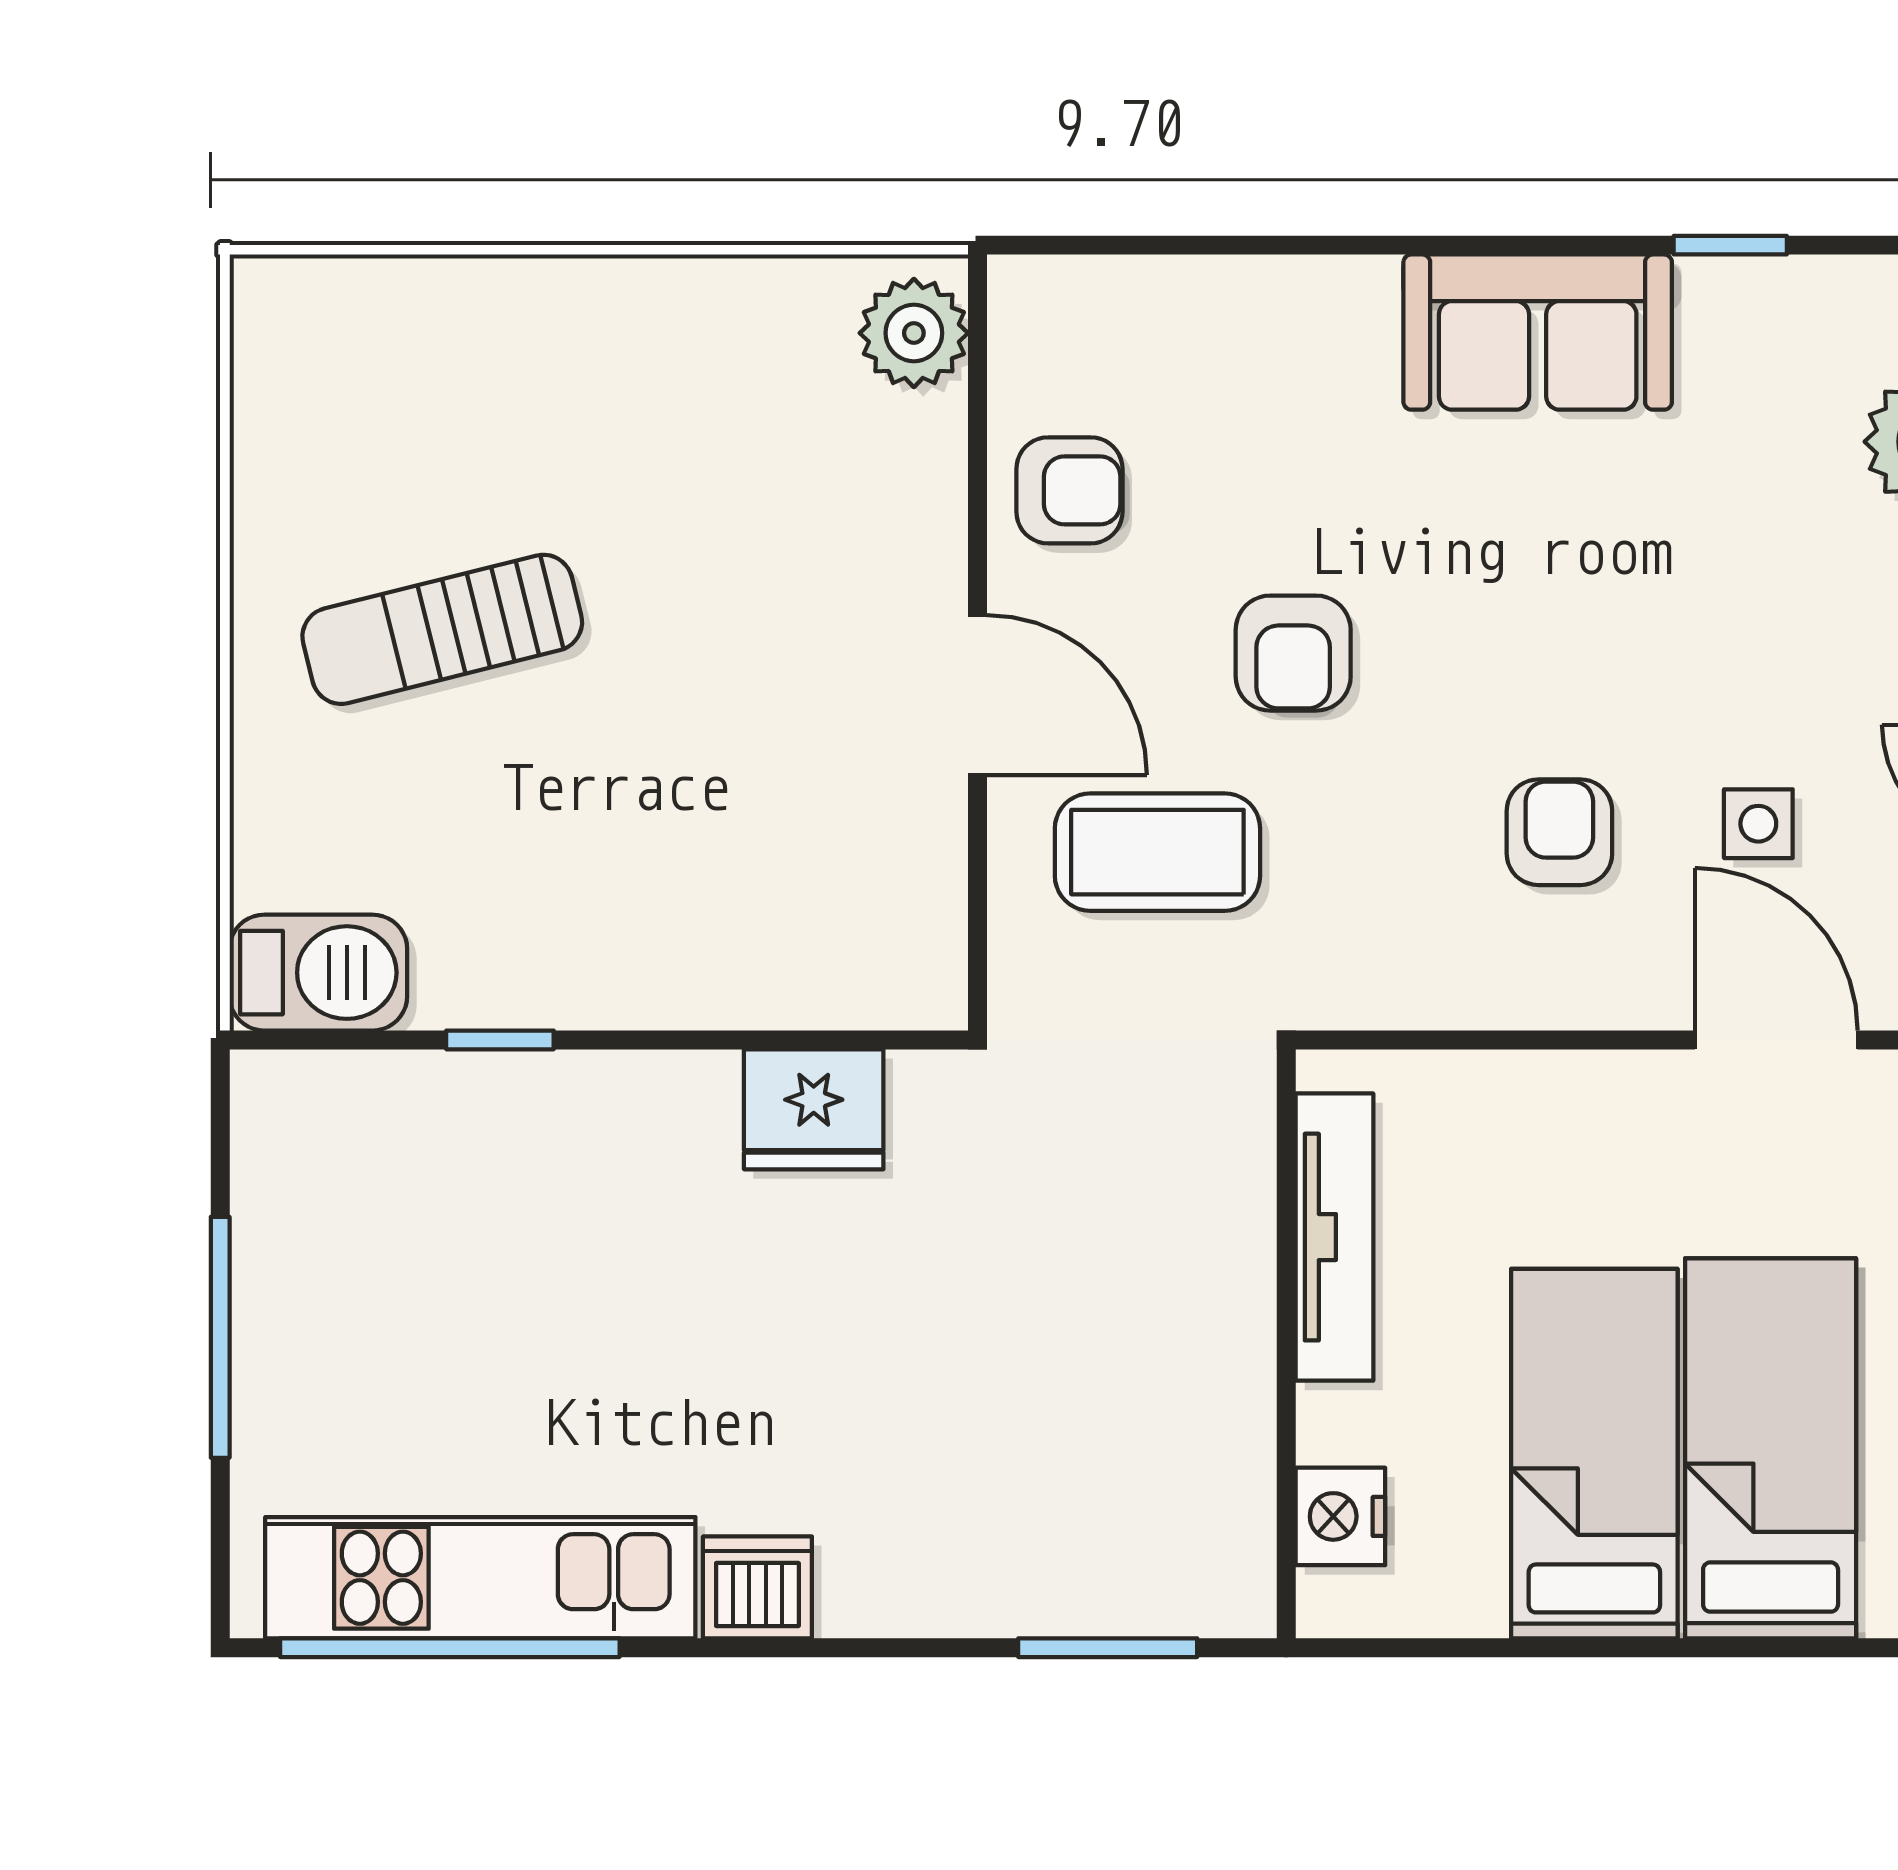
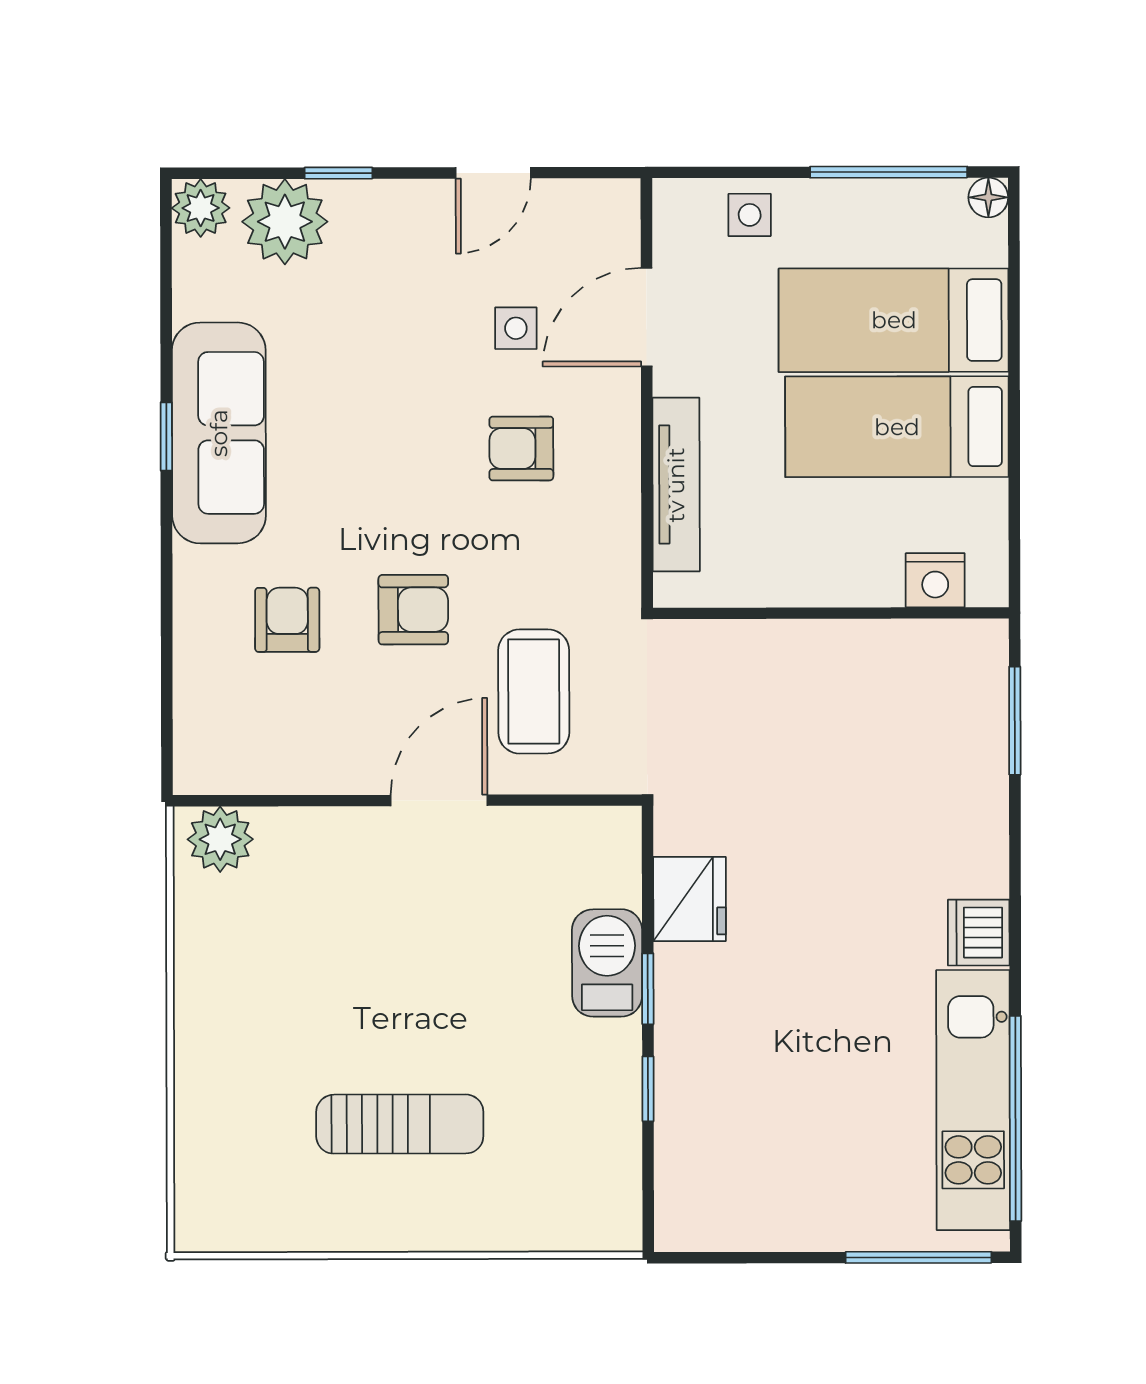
window: (1730, 245) -> (166, 437), moved
sofa: (1538, 332) -> (219, 433), width x1.36
armchair: (1069, 490) -> (287, 620), moved
sun lounger: (442, 629) -> (400, 1124), turned -76
barbecue: (318, 973) -> (607, 963), moved
window: (665, 1040) -> (648, 989), added
tv unit: (1334, 1237) -> (676, 485), moved, turned 90
window: (220, 1337) -> (918, 1257), moved

